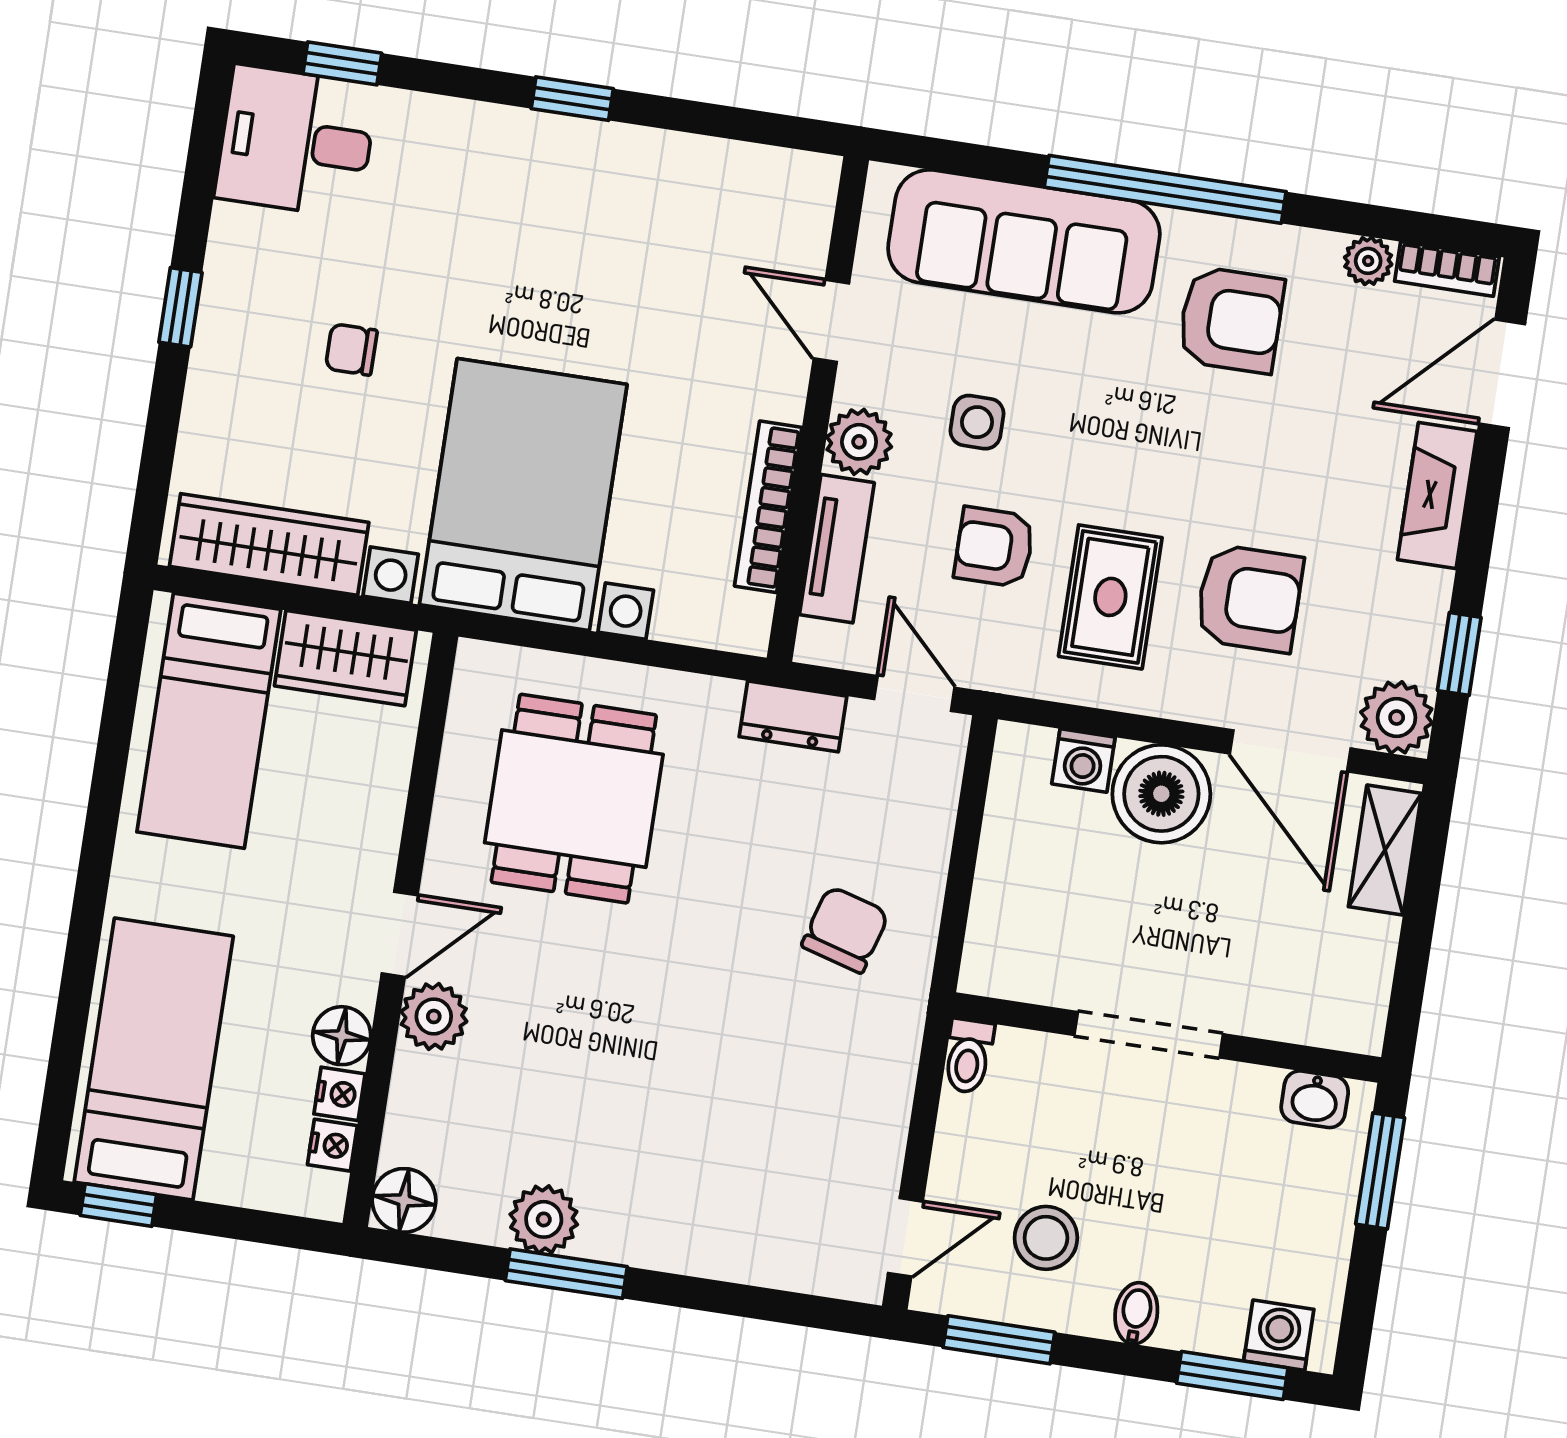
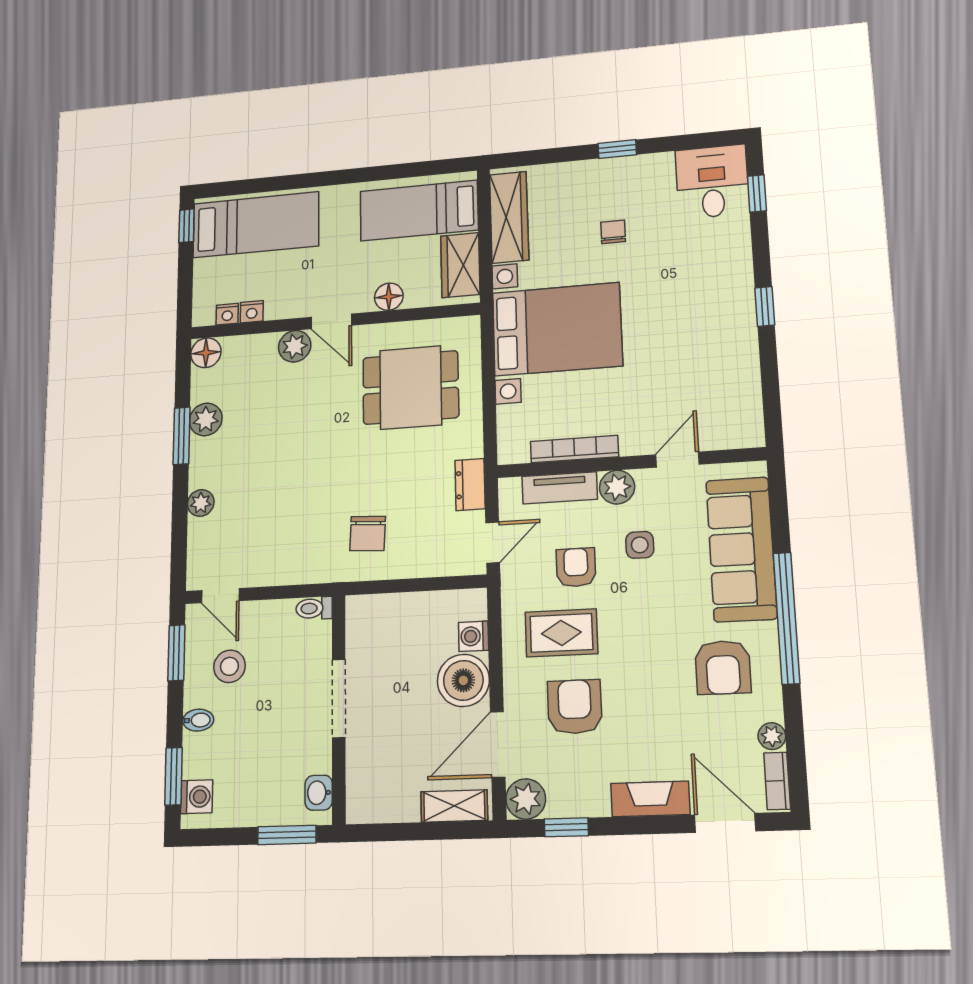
armchair: (1249, 598) -> (575, 707), turned 180
chair: (845, 930) -> (368, 533), turned 77
floor lamp: (342, 1036) -> (389, 297), moved
plant: (713, 1252) -> (201, 503), added

